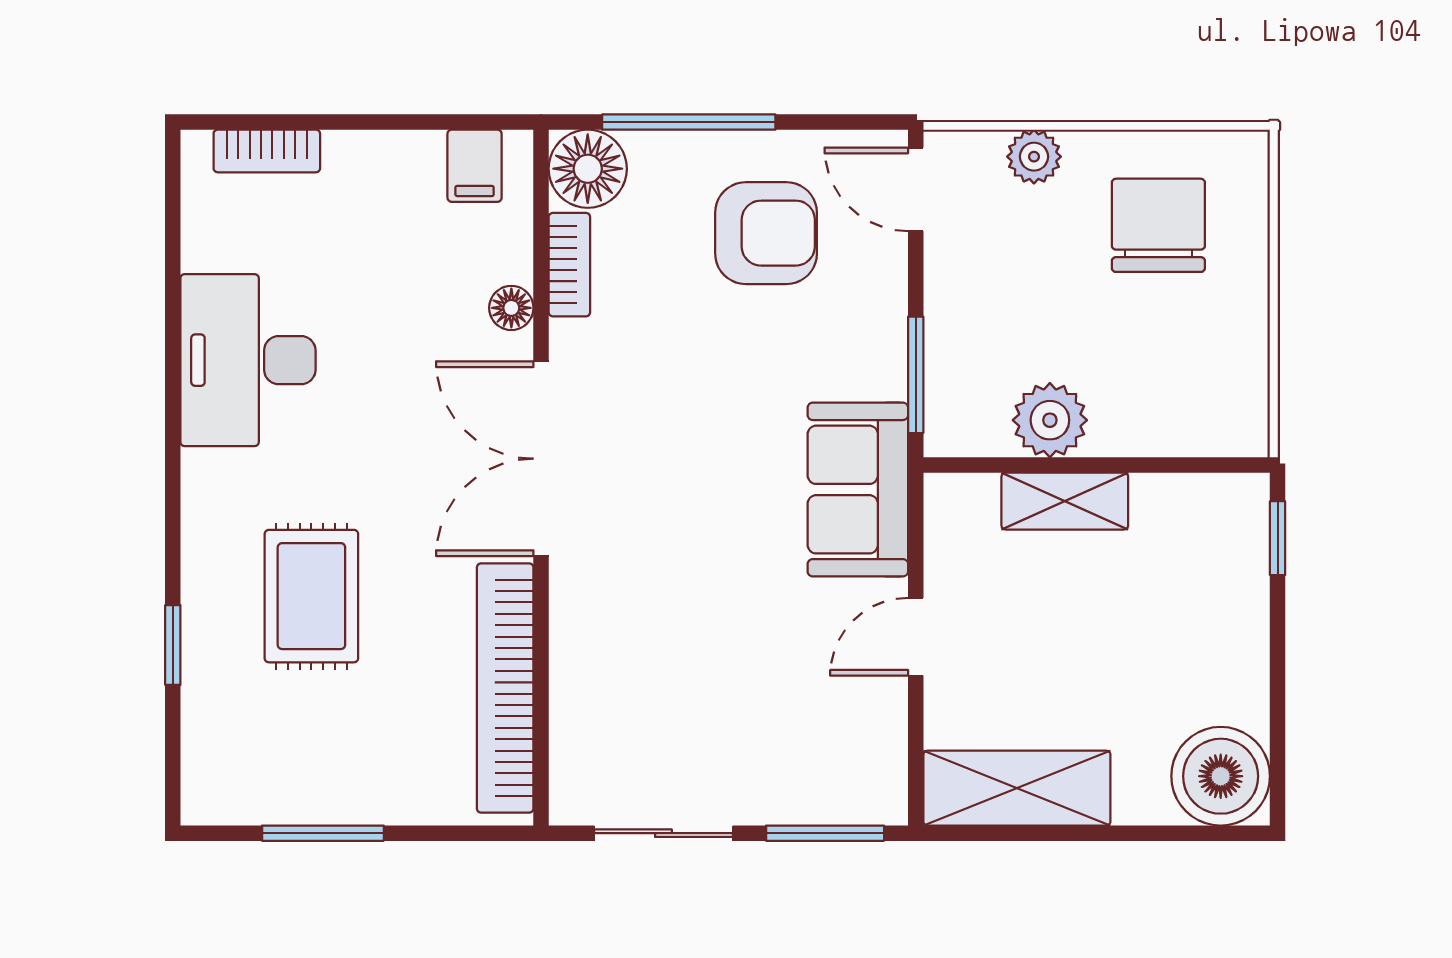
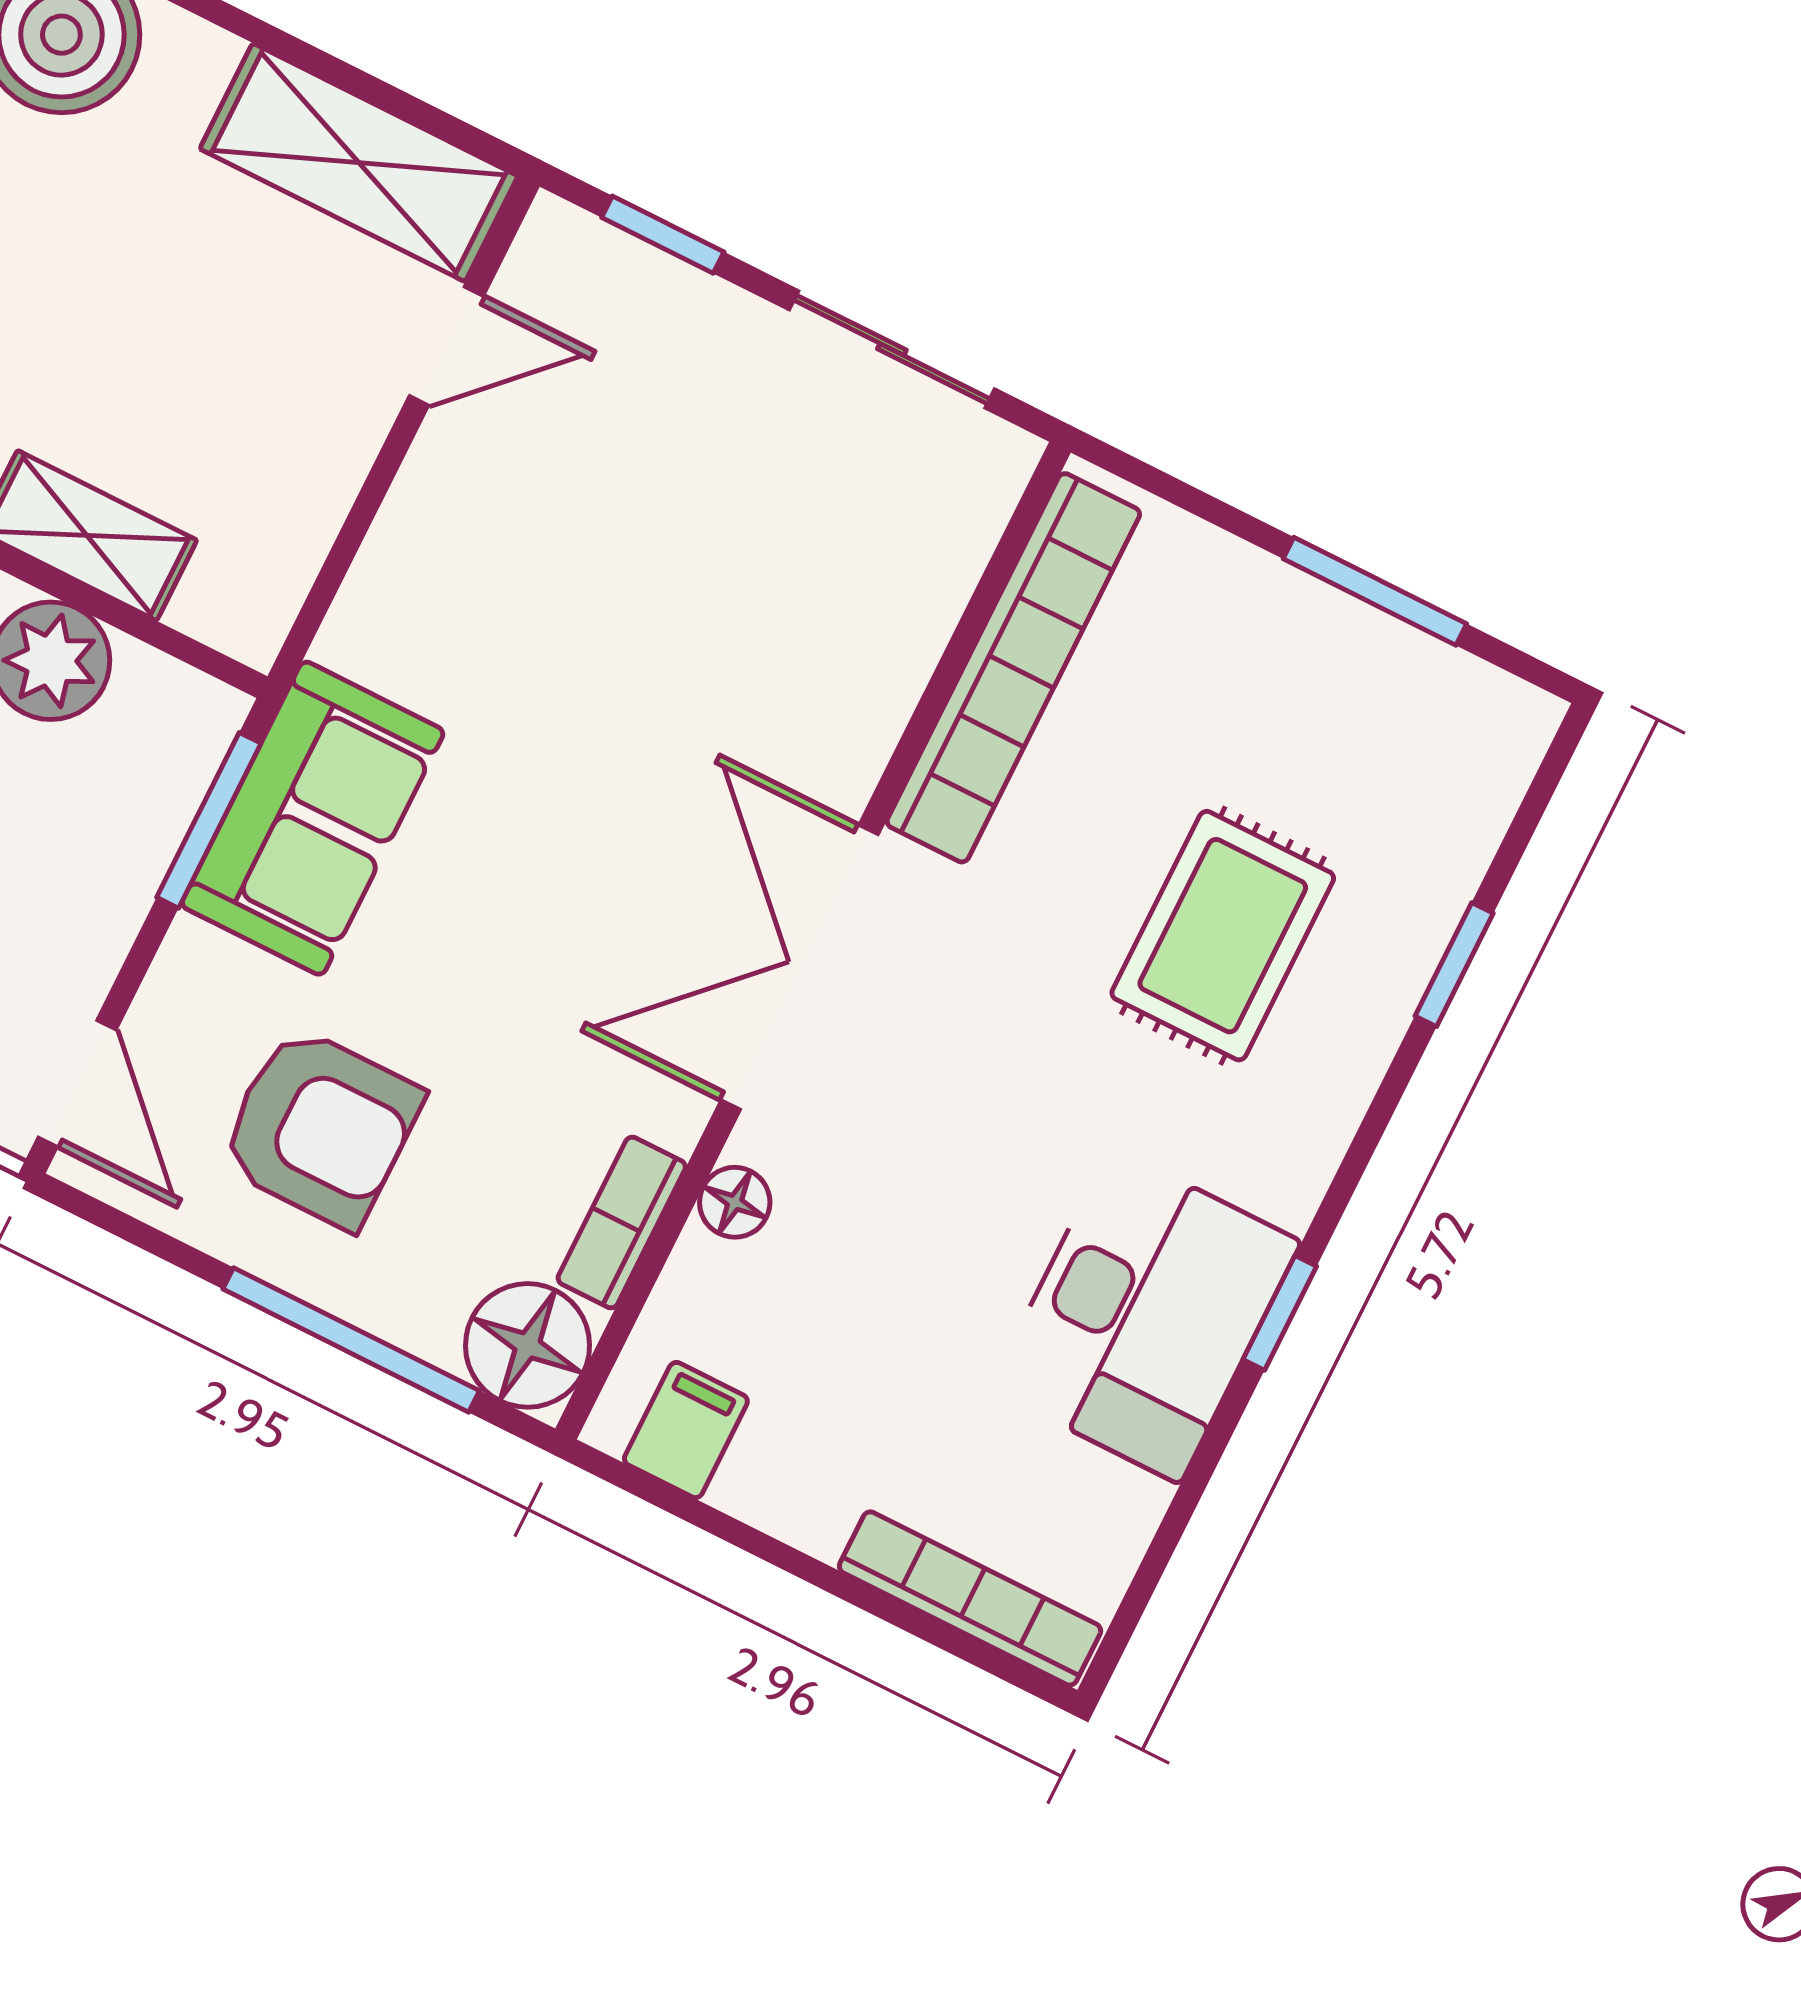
bookcase: (267, 151) -> (970, 1598), width x1.56
armchair: (766, 233) -> (320, 1128), turned 180
window: (173, 399) -> (1280, 1313), added
double door: (541, 459) -> (800, 967), swing flipped
sofa: (858, 490) -> (313, 818), moved
door: (916, 637) -> (446, 346), moved
window: (825, 833) -> (663, 235), width x0.67

